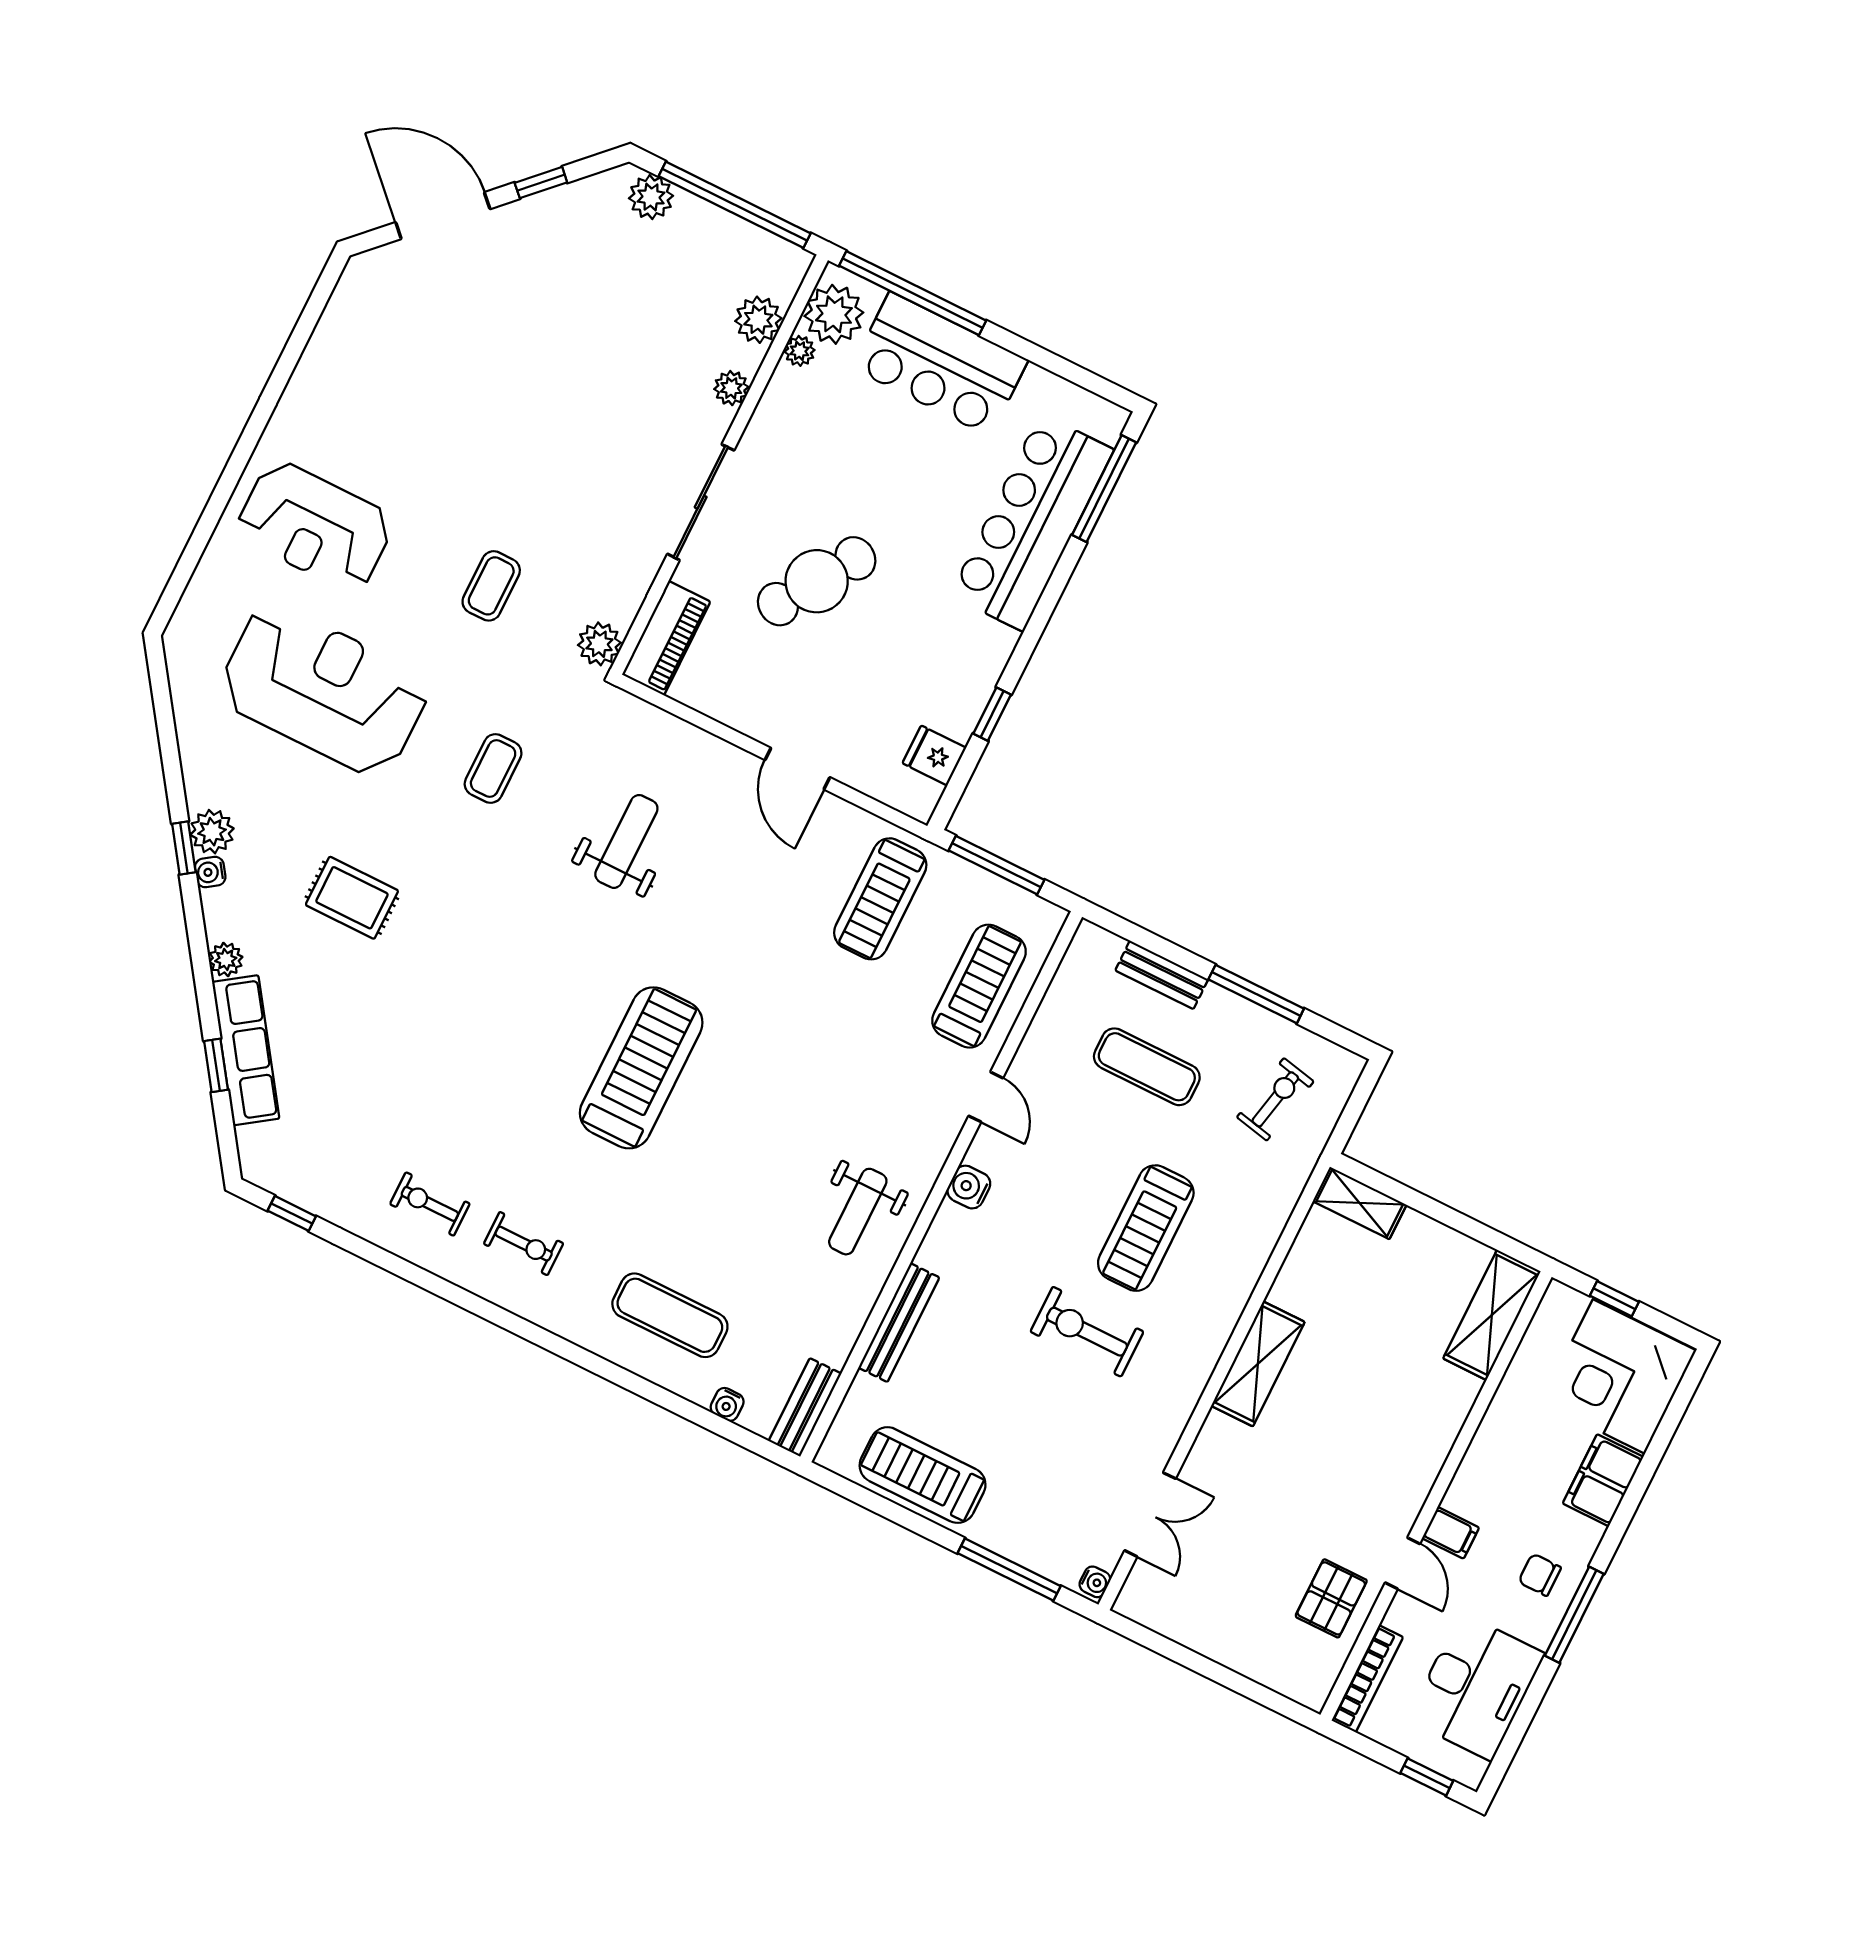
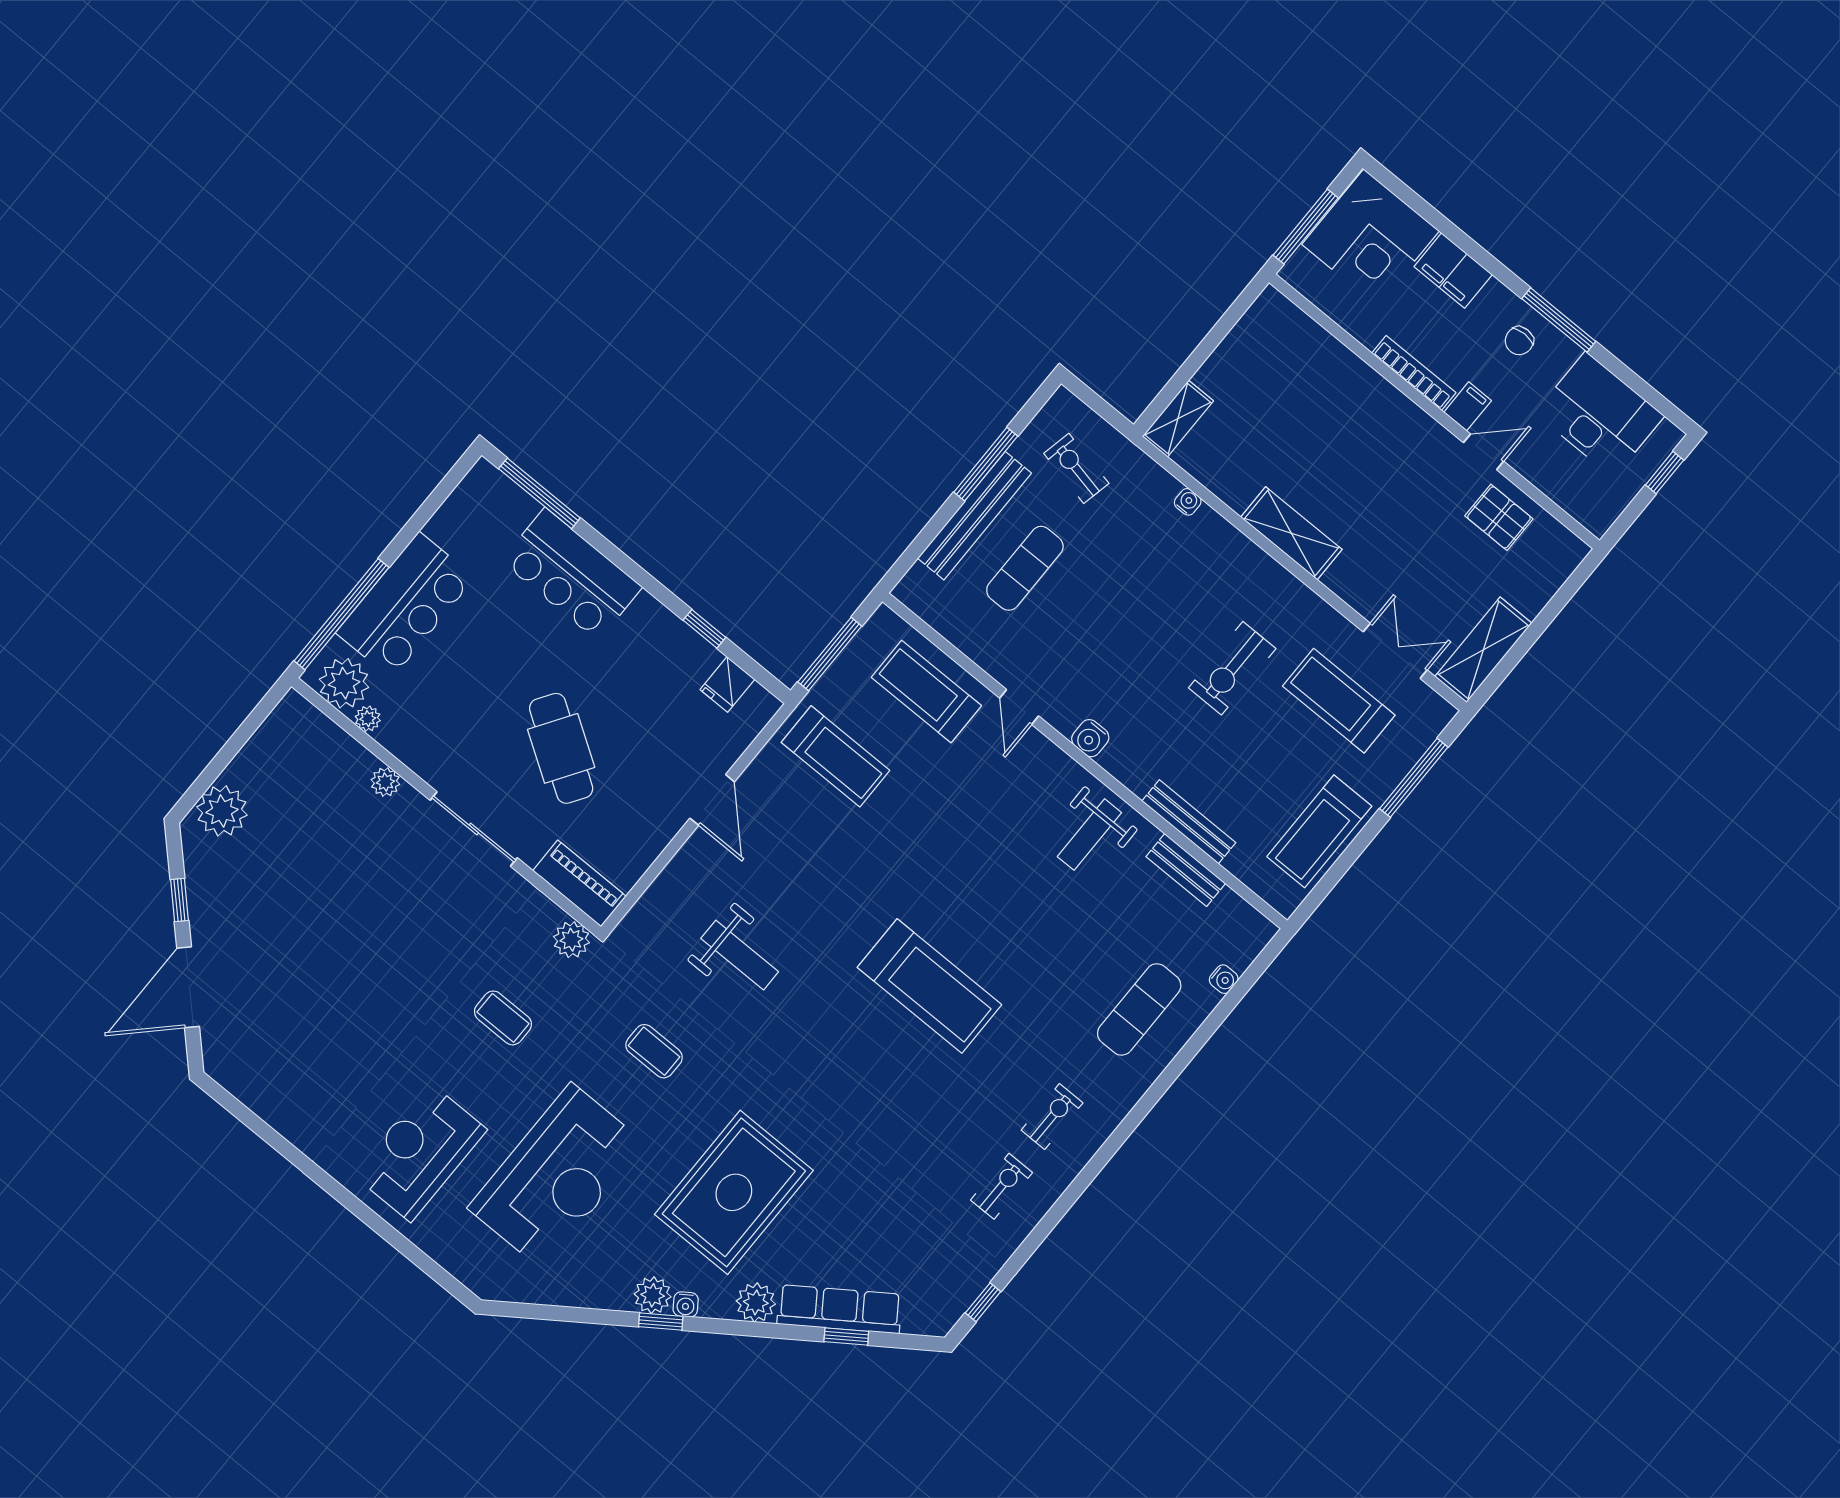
plant: (651, 197) -> (222, 811), width x1.36, depth x1.36
window: (735, 205) -> (235, 744), removed
plant: (758, 320) -> (334, 747), removed
bar counter: (1032, 522) -> (571, 574), width x0.73
reception desk: (315, 526) -> (420, 1152), turned 180
reception desk: (324, 690) -> (557, 1176), turned 180
door: (797, 769) -> (712, 800), hinge flipped
weight bench: (626, 841) -> (740, 955), turned 180
rug: (352, 898) -> (734, 1192), width x1.86, depth x2.06
plant: (226, 959) -> (756, 1302), width x1.38, depth x1.38
bench: (1162, 975) -> (975, 516), width x1.86, depth x1.21
treadmill: (641, 1068) -> (929, 986), turned 180
door: (986, 1097) -> (1019, 707), swing flipped
exercise bike: (430, 1204) -> (1002, 1186), turned 180
weight bench: (858, 1212) -> (1089, 835), turned 90
treadmill: (1146, 1228) -> (1339, 701), moved, turned 180
window: (1614, 1299) -> (1306, 227), width x2.17
shelving: (1492, 1315) -> (1483, 650), moved, turned 90
bench: (805, 1407) -> (1186, 870), moved
water cooler: (1095, 1582) -> (1188, 502), moved
bookcase: (1367, 1679) -> (1414, 373), moved

